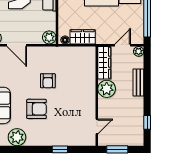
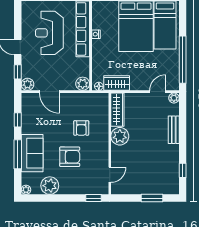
wardrobe: (104, 63) -> (117, 110), moved
plant: (107, 89) -> (120, 136), moved
wall: (97, 96) -> (110, 144), moved
door: (97, 127) -> (110, 175), moved

